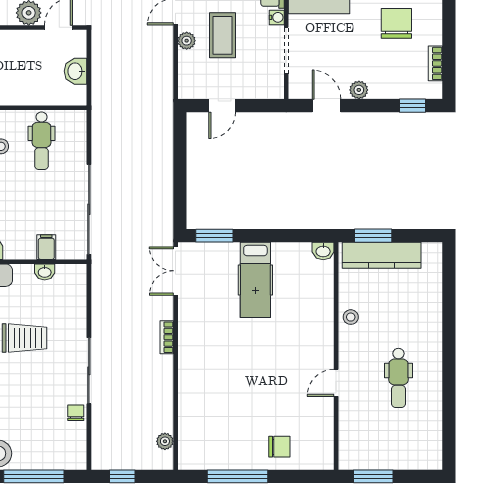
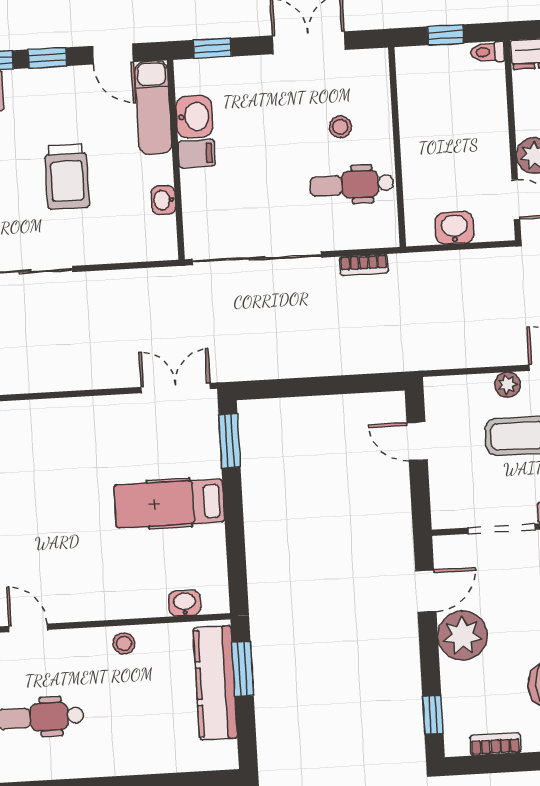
plant: (359, 90) -> (462, 636), width x1.87, depth x1.87
filing cabinet: (46, 247) -> (197, 154), moved
washbasin: (323, 251) -> (185, 603), moved, turned 90
bookcase: (167, 337) -> (364, 265), moved, turned 180

